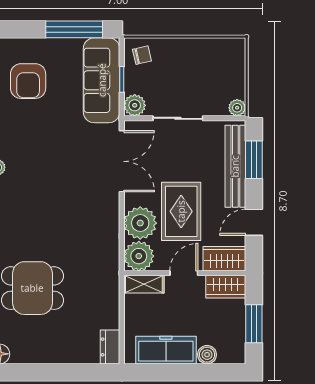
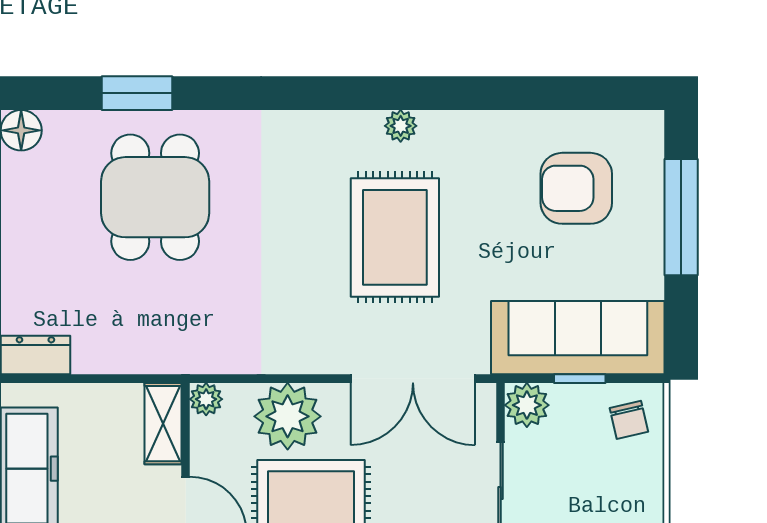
window: (74, 29) -> (681, 217), moved
rug: (52, 170) -> (395, 237), added
plant: (139, 256) -> (206, 399), width x0.53, depth x0.53

